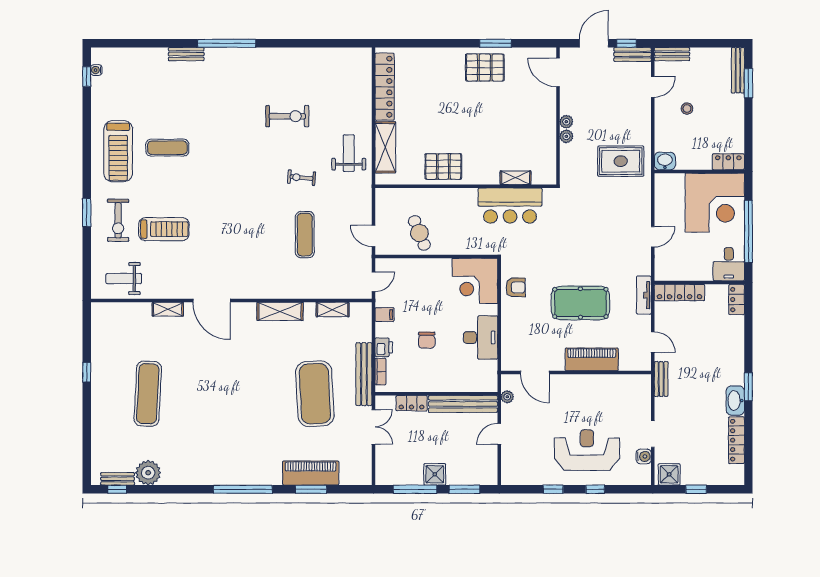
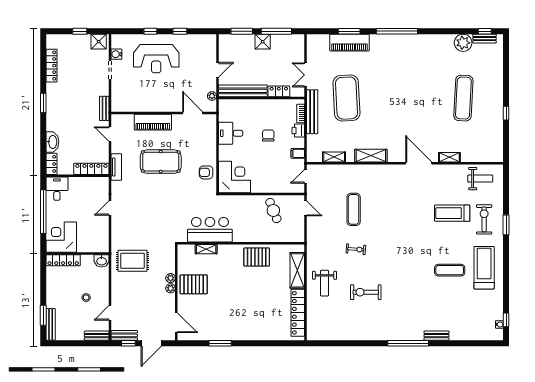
pallet: (485, 68) -> (194, 284), moved
weight bench: (349, 153) -> (325, 283), moved
locker: (728, 162) -> (63, 260), width x1.53
corner desk: (715, 203) -> (61, 237), width x0.74, depth x0.74
desk: (480, 337) -> (231, 133), width x0.73
washbasin: (735, 401) -> (52, 142), moved

